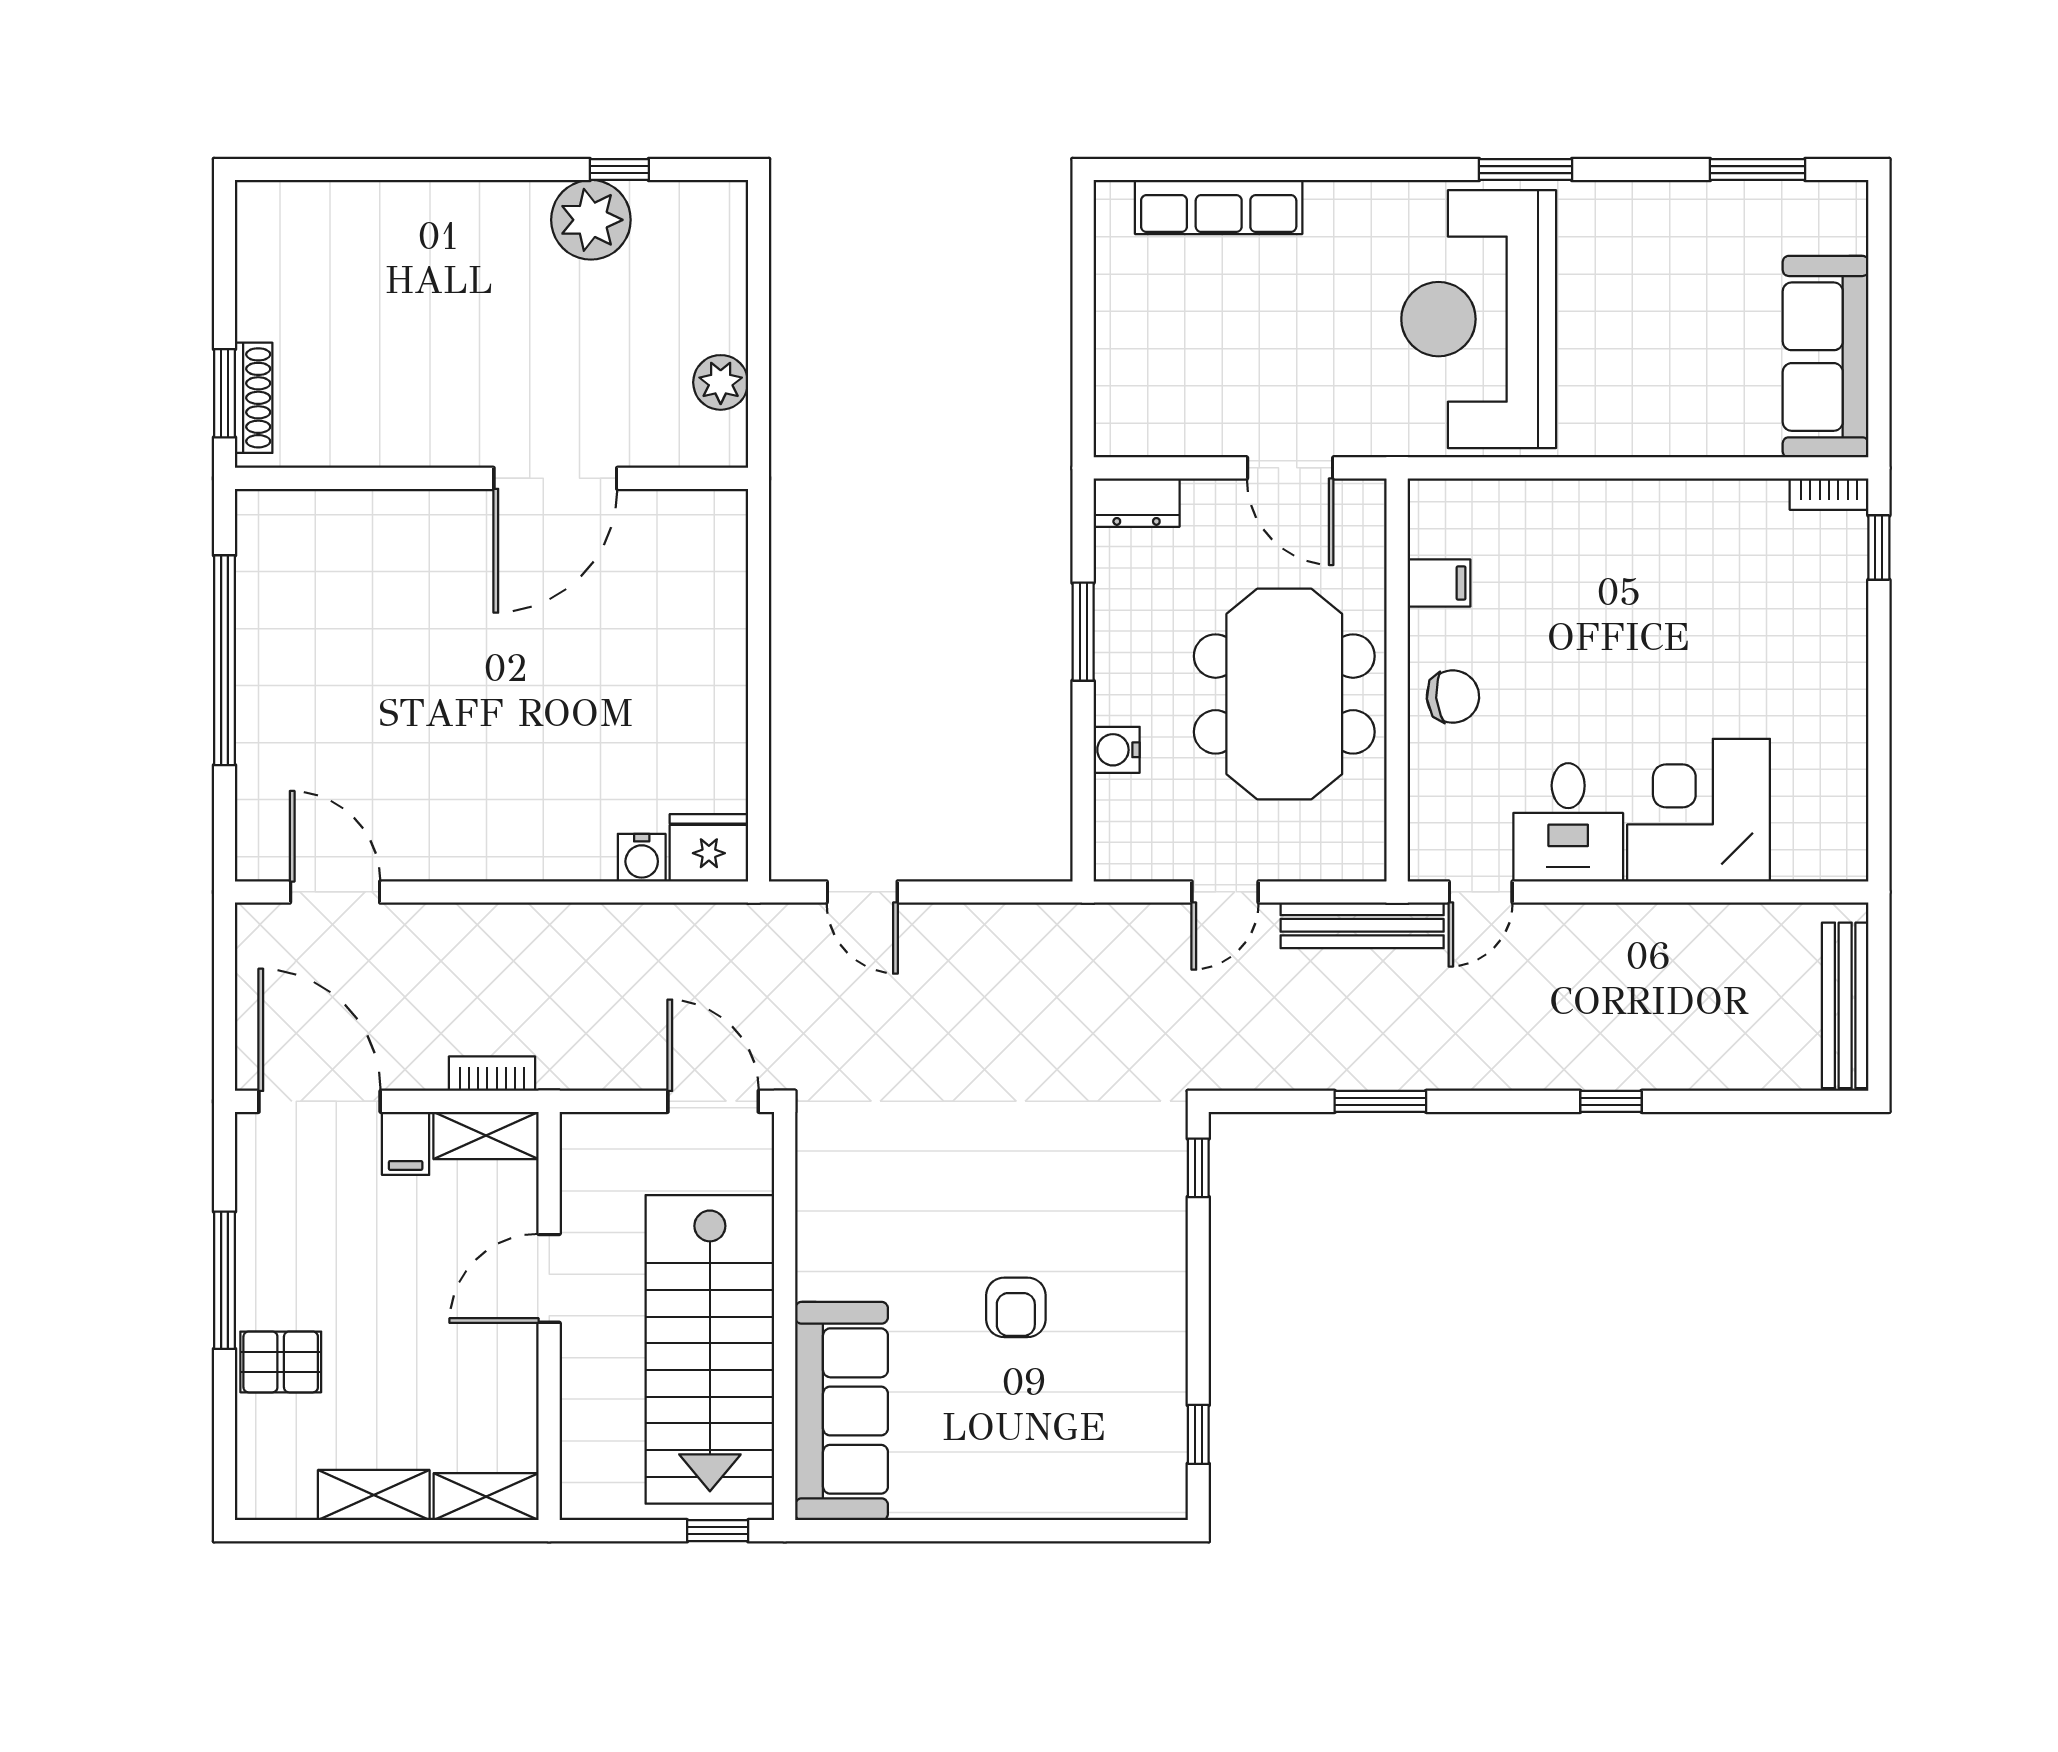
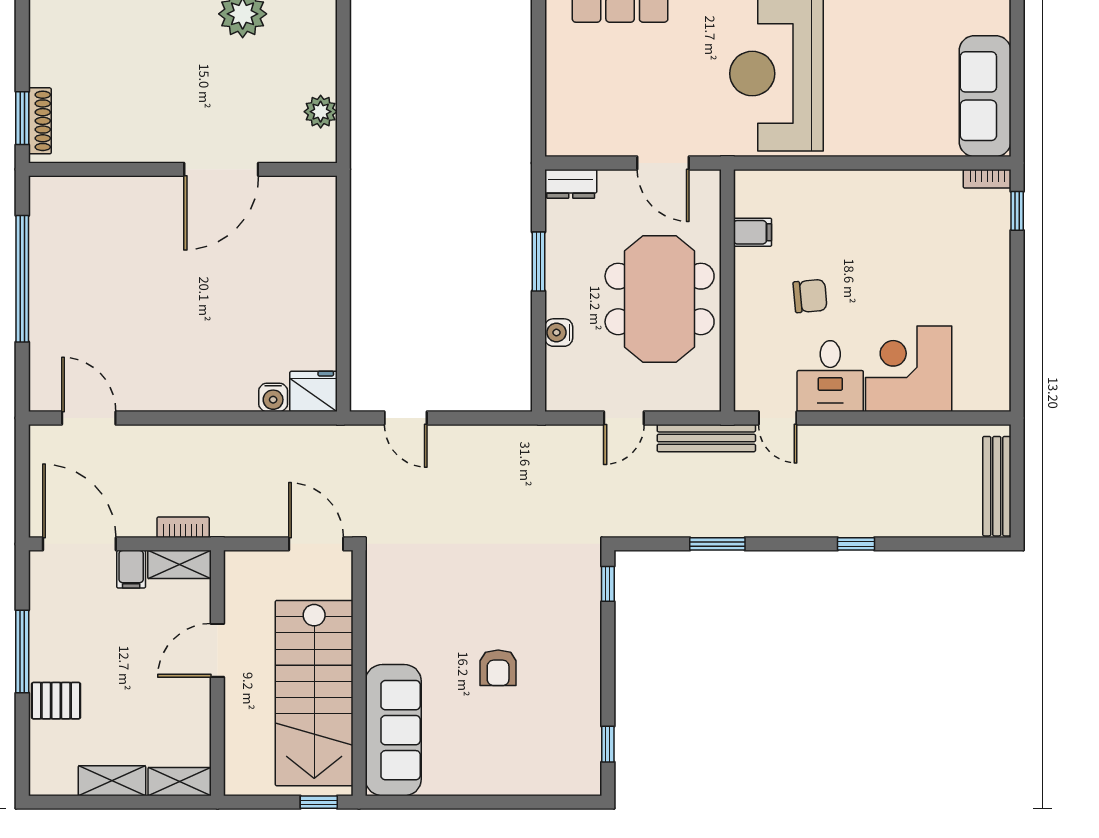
chair: (1453, 697) -> (810, 296), moved
door: (1481, 892) -> (778, 418), hinge flipped

